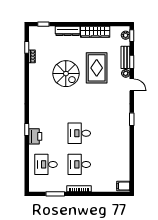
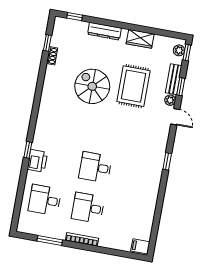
wardrobe: (95, 32) -> (140, 39), width x0.67
spiral stairs: (66, 74) -> (92, 86), turned 180

